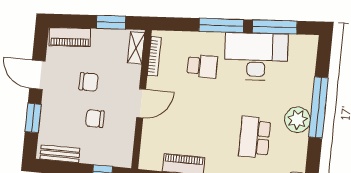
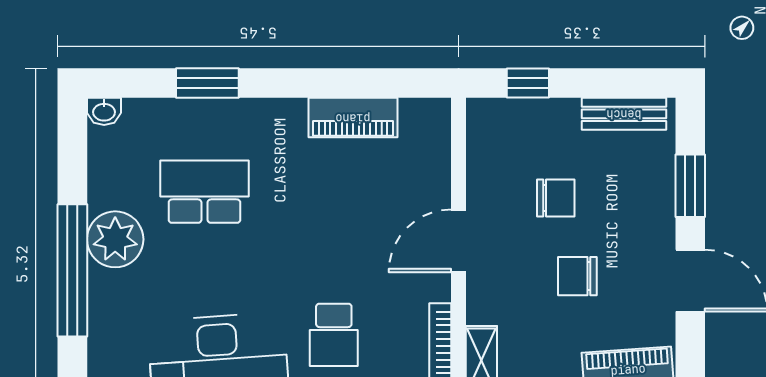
school desk: (202, 66) -> (334, 335), turned -90
school desk: (255, 137) -> (204, 192), turned -90

